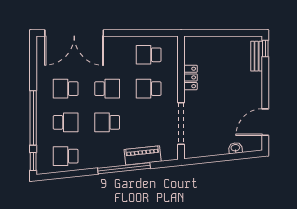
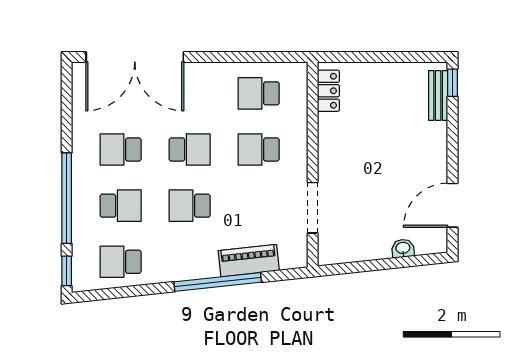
locker: (191, 77) -> (328, 91), moved
doorway: (181, 124) -> (313, 208), width x0.73

